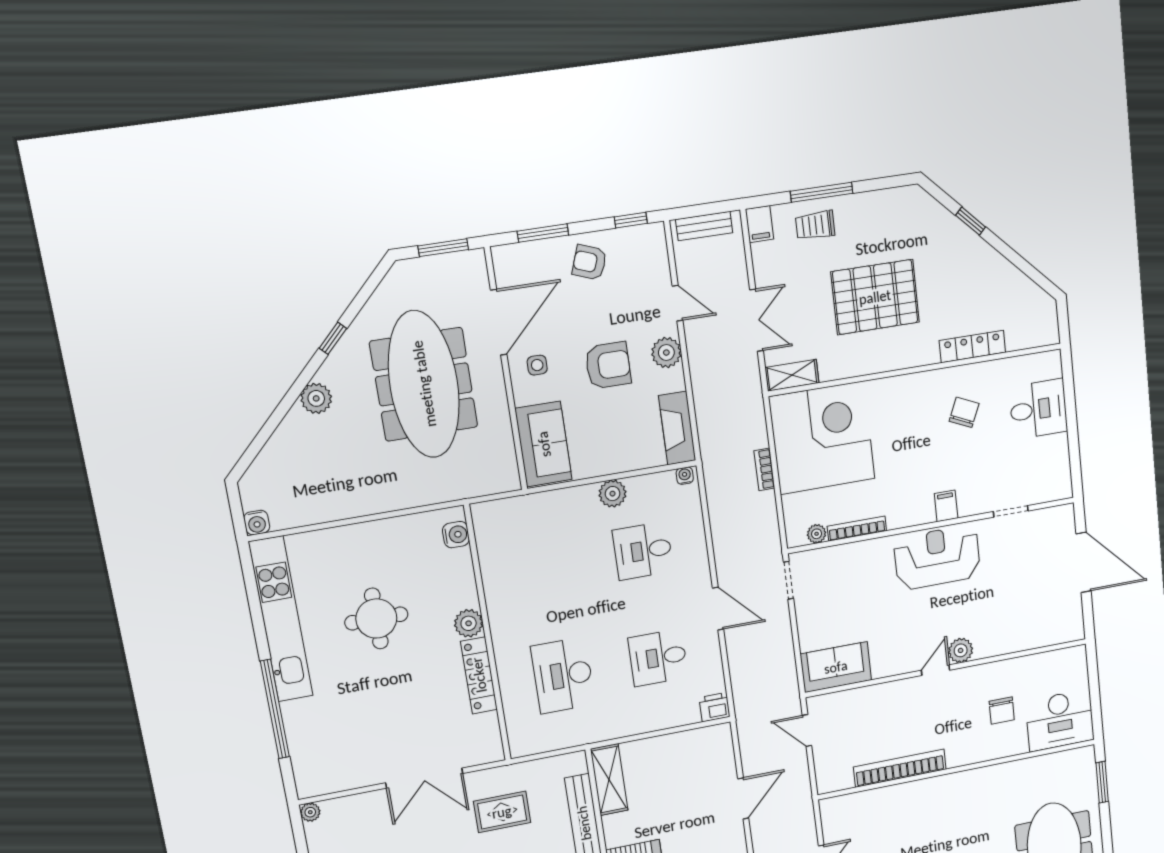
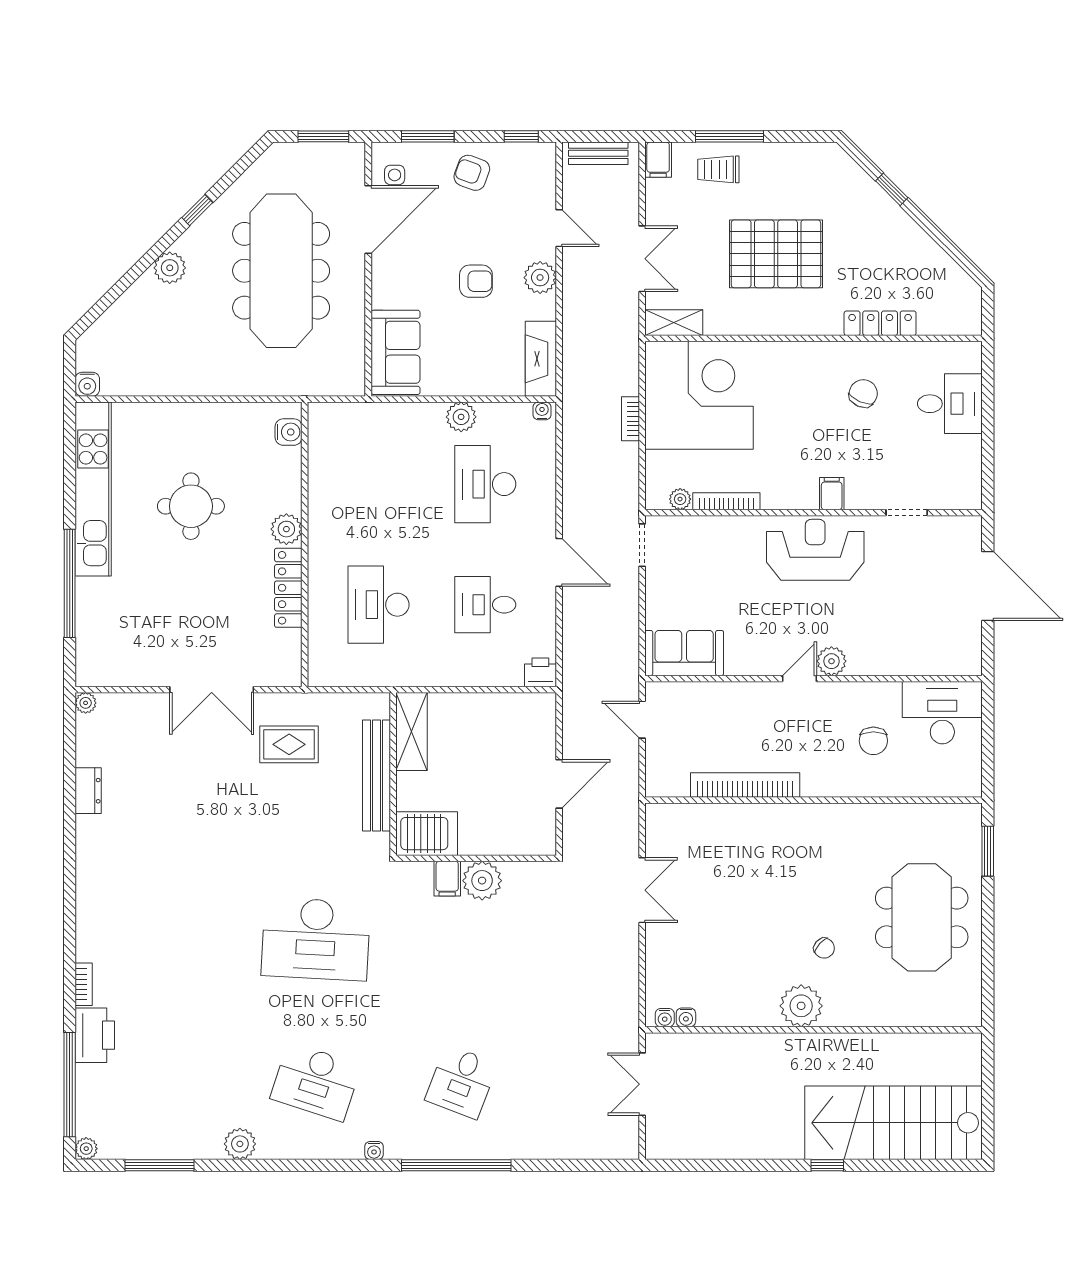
side table: (537, 365) -> (395, 175), moved
armchair: (608, 365) -> (476, 281), width x0.72, depth x0.72
desk: (643, 551) -> (485, 484), width x1.37
desk: (1060, 720) -> (942, 713), moved, turned 180

